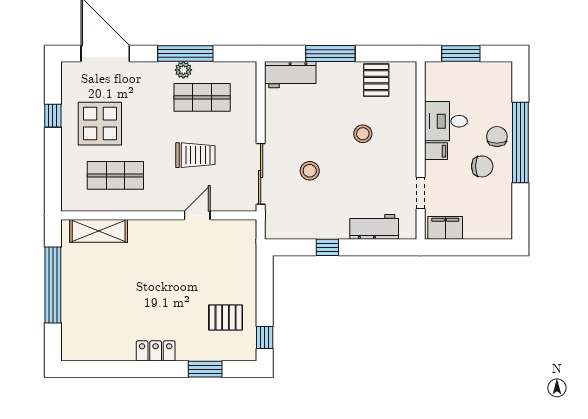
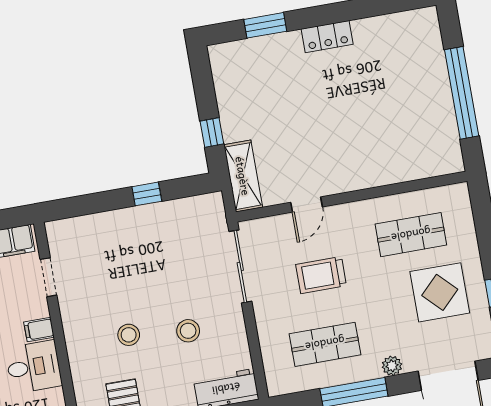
plant: (183, 70) -> (392, 366), moved
stool: (310, 171) -> (188, 331), moved
workbench: (374, 227) -> (96, 228), removed
shelving: (99, 231) -> (243, 176), moved, turned 90
pallet: (226, 317) -> (252, 90), removed
window: (265, 338) -> (212, 133), moved

